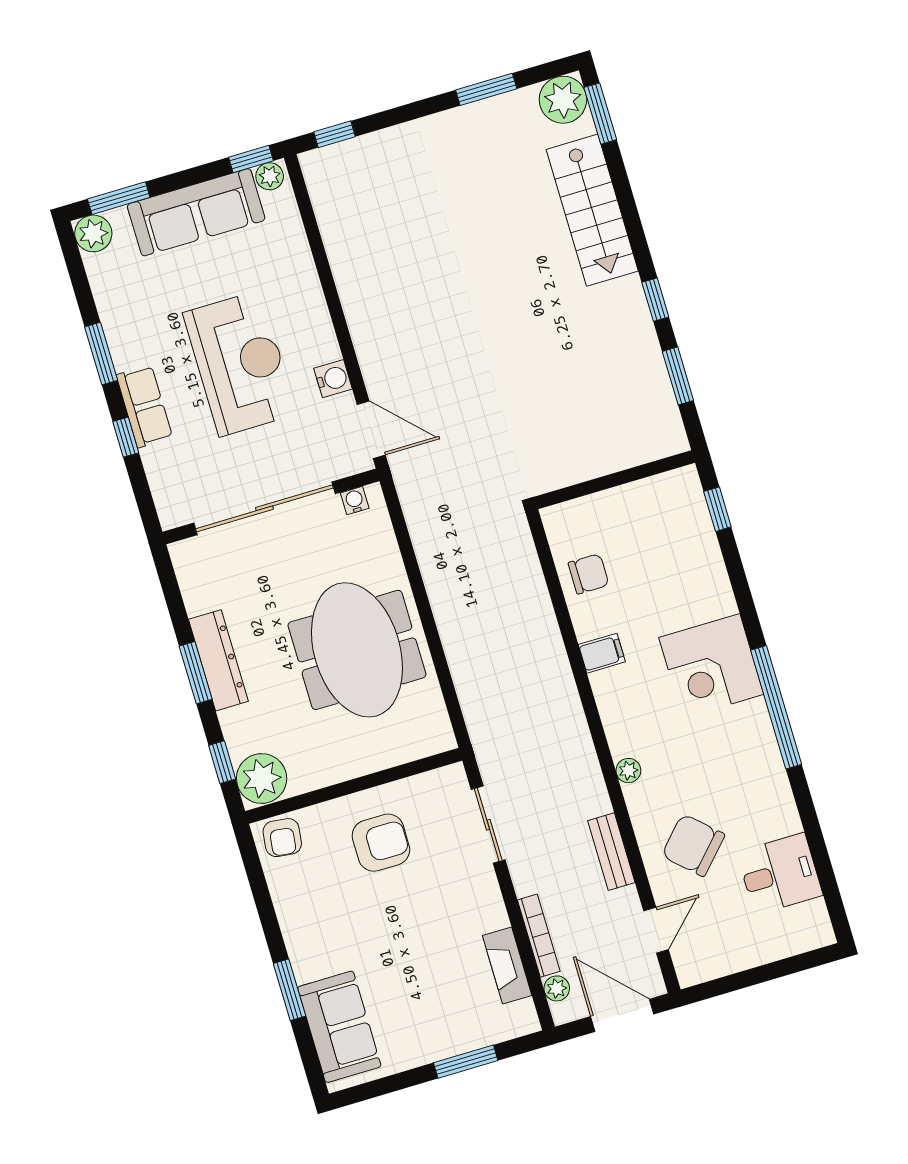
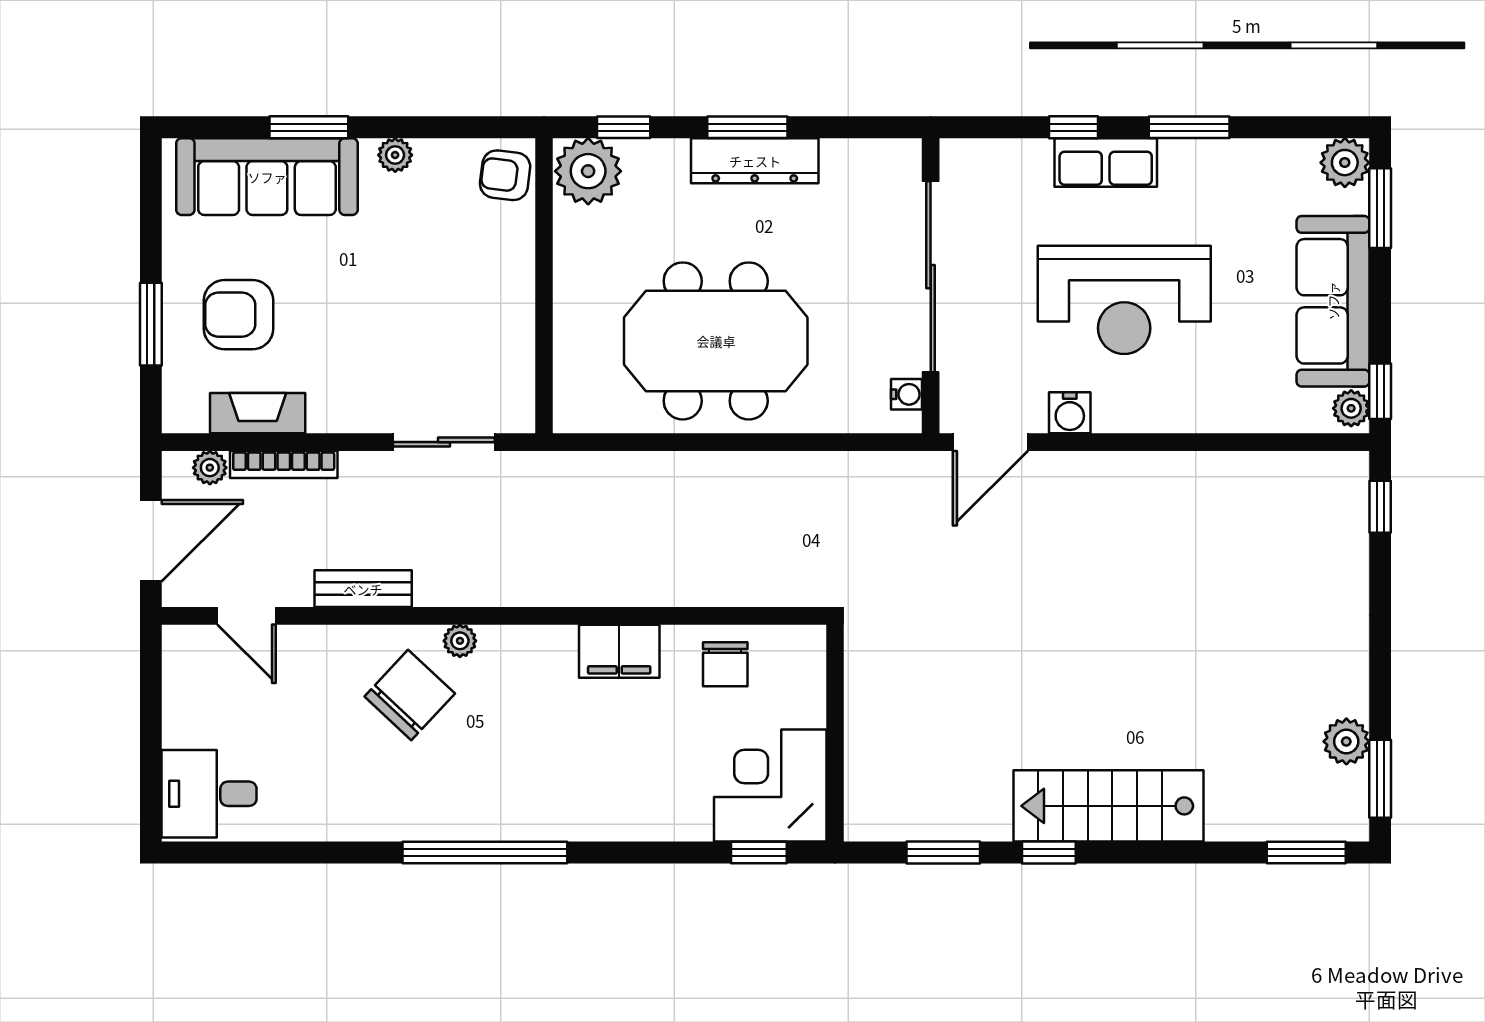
window: (486, 89) -> (1380, 779), moved
plant: (563, 100) -> (1346, 741), moved, width x0.73, depth x0.73
stairs: (592, 210) -> (1108, 806), moved
filing cabinet: (602, 653) -> (619, 651), width x2.00
corner desk: (711, 666) -> (770, 786), moved
armchair: (381, 843) -> (239, 315), moved, turned 90
chair: (693, 845) -> (410, 695), moved
desk: (780, 874) -> (209, 794), moved, turned 90
plant: (291, 921) -> (395, 155), added
sofa: (339, 1027) -> (267, 177), width x1.36

